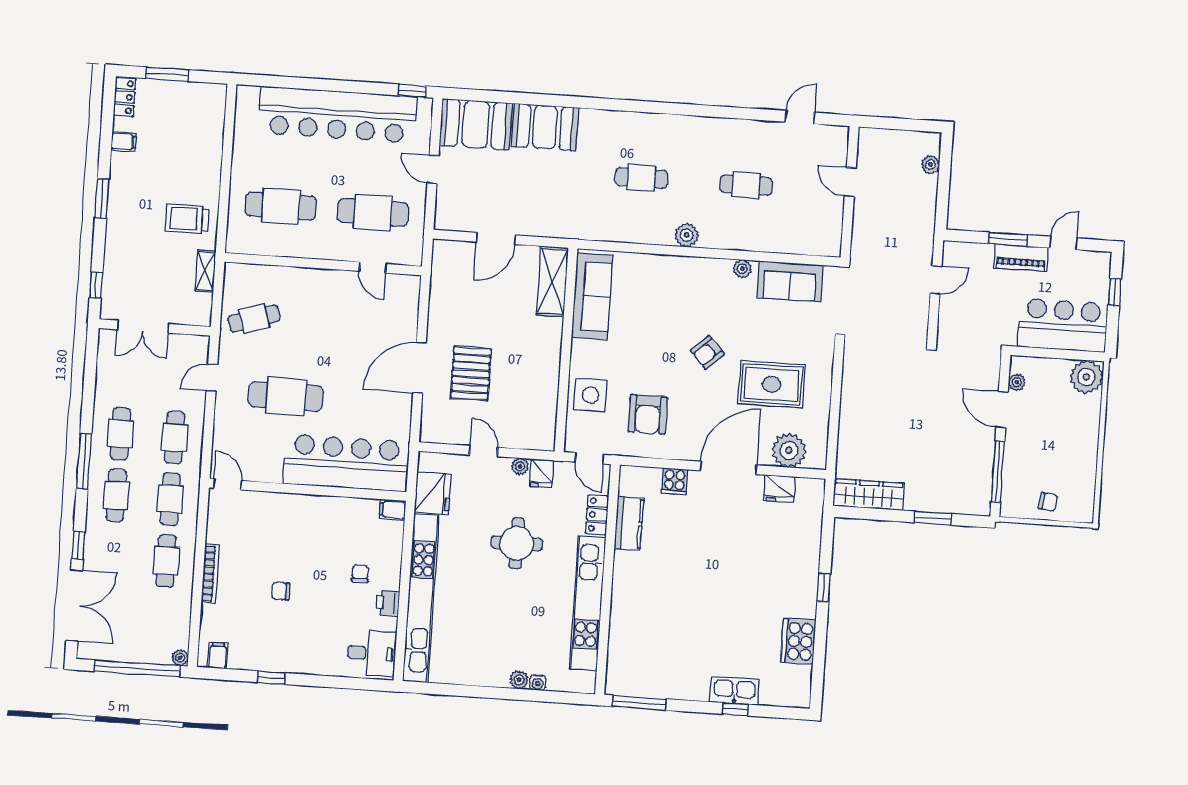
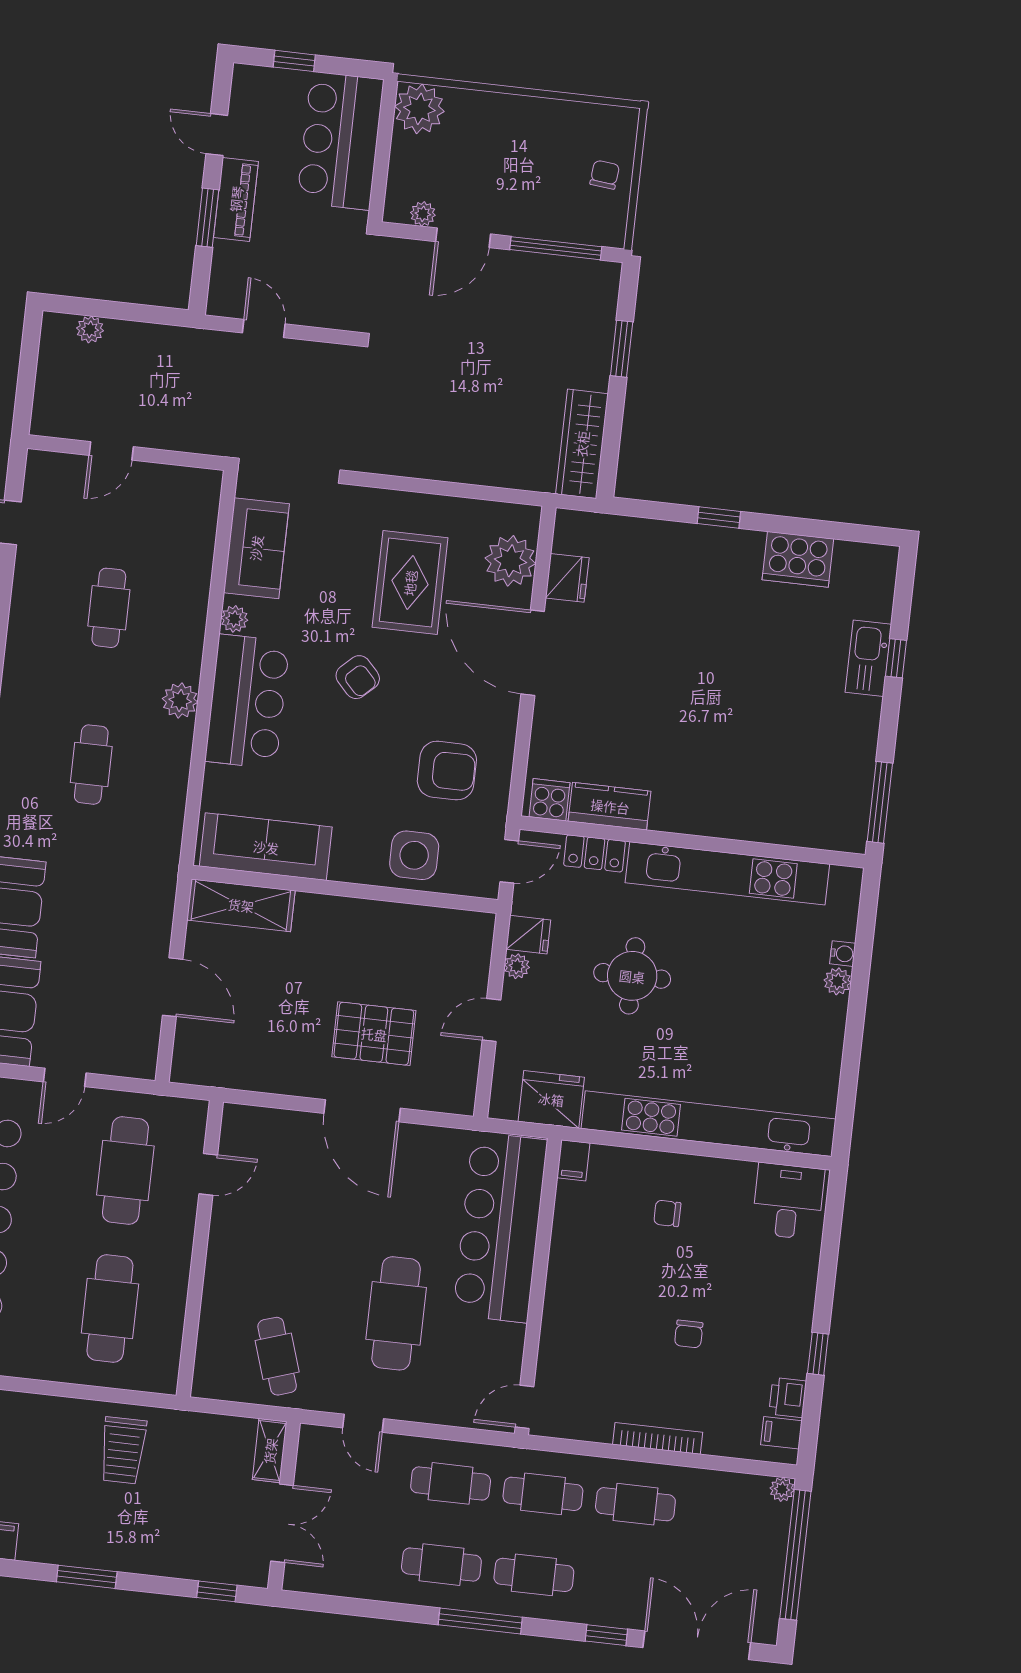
shelving: (206, 271) -> (270, 1451), moved, turned 90
bar counter: (688, 280) -> (247, 701), added
cooker: (675, 481) -> (549, 800), moved, turned -90
printer: (388, 603) -> (788, 1398), moved, turned 90

